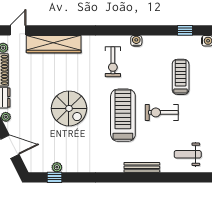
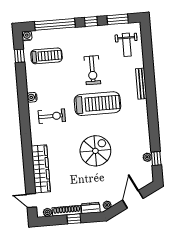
treadmill: (181, 77) -> (46, 56), moved, turned 180
treadmill: (123, 115) -> (97, 104), turned 180

